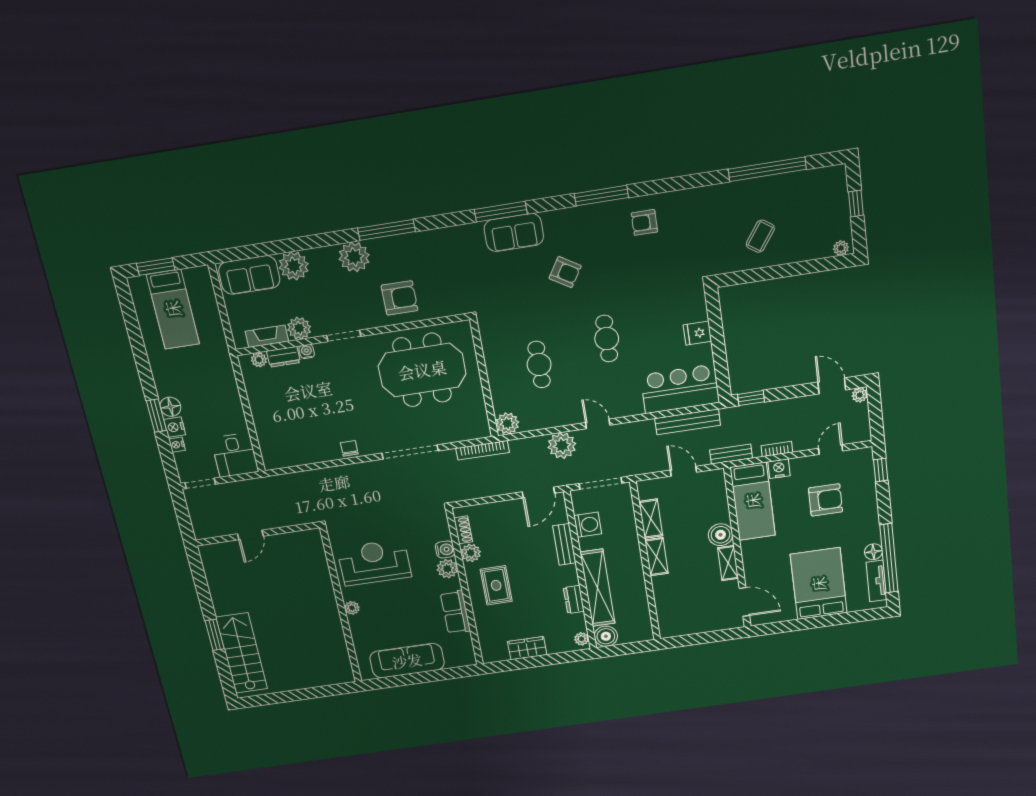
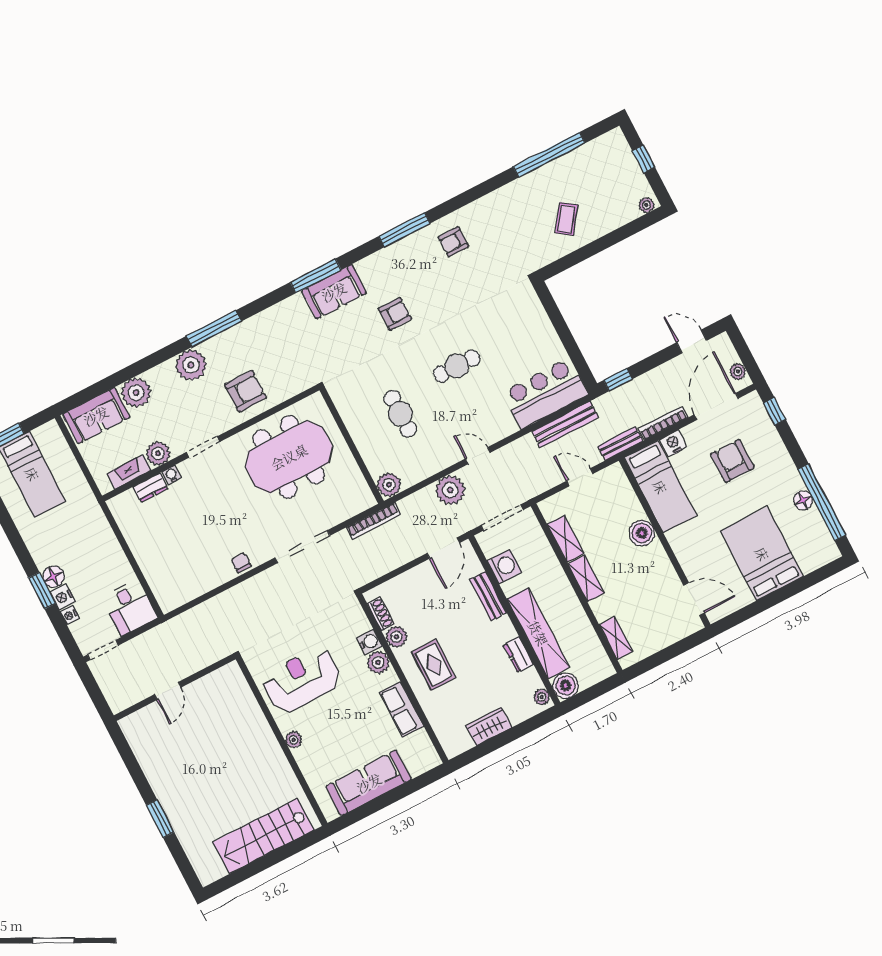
armchair: (565, 272) -> (395, 314), turned -32
fridge: (697, 333) -> (542, 332), removed
cafe table: (607, 339) -> (457, 366), turned 90
plant: (259, 360) -> (128, 499), removed
plant: (860, 395) -> (738, 372), moved
bookcase: (777, 449) -> (663, 423), width x1.56
door: (831, 450) -> (716, 406), width x1.87
armchair: (825, 500) -> (732, 461), turned -90
shelving: (728, 563) -> (616, 638), moved
tv unit: (877, 581) -> (819, 531), removed
stairs: (242, 653) -> (263, 836), moved, turned -90

